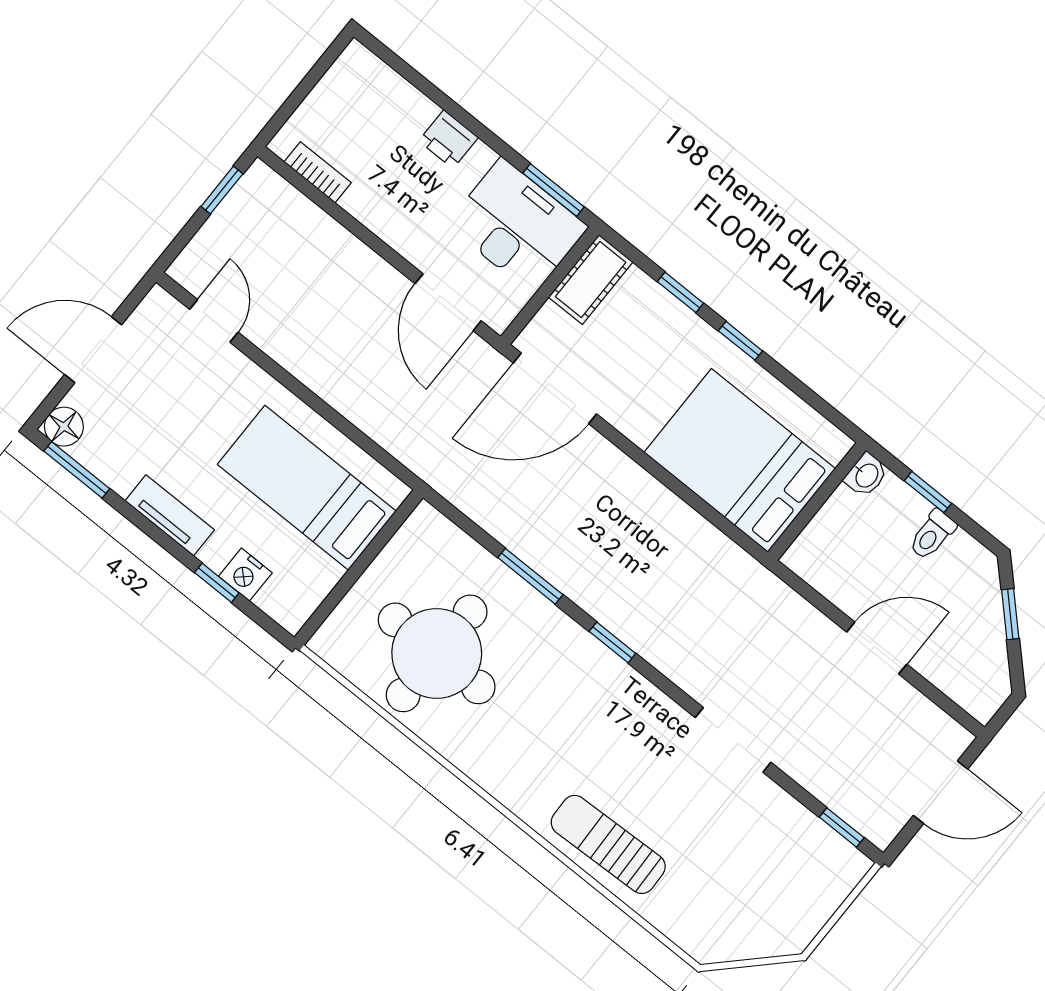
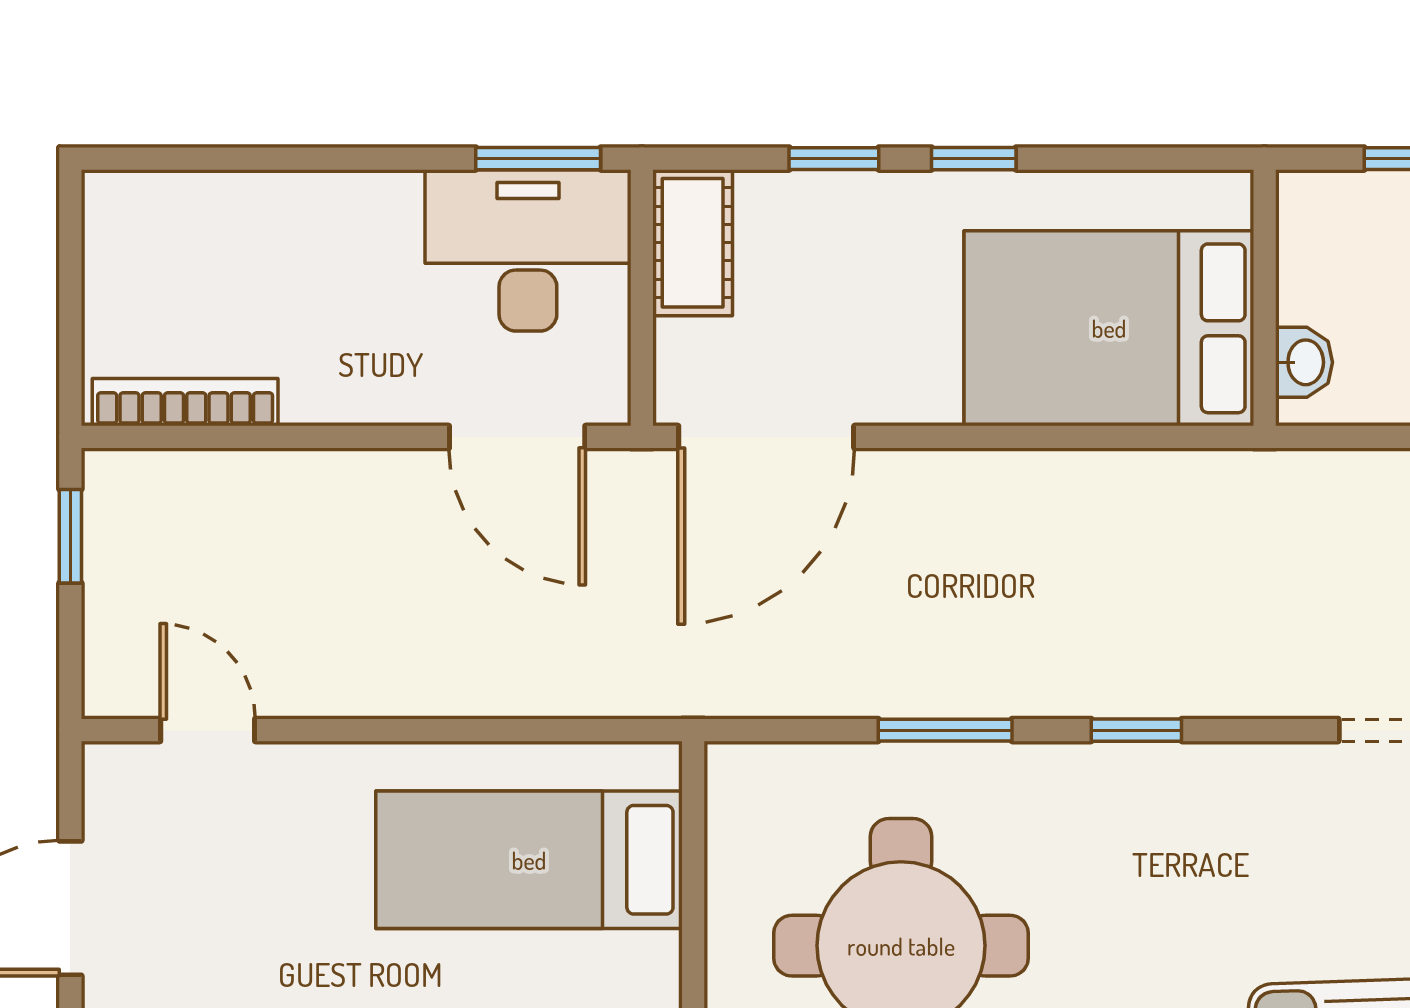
printer: (448, 139) -> (332, 206), removed
bookcase: (318, 172) -> (185, 402), width x1.56
washbasin: (866, 475) -> (1304, 362), moved

